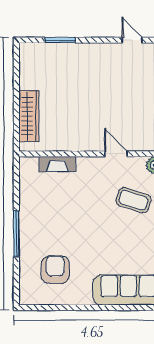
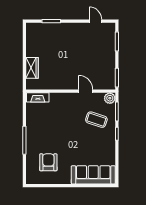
wardrobe: (29, 116) -> (32, 68), width x0.67
fireplace: (57, 164) -> (38, 97), moved

